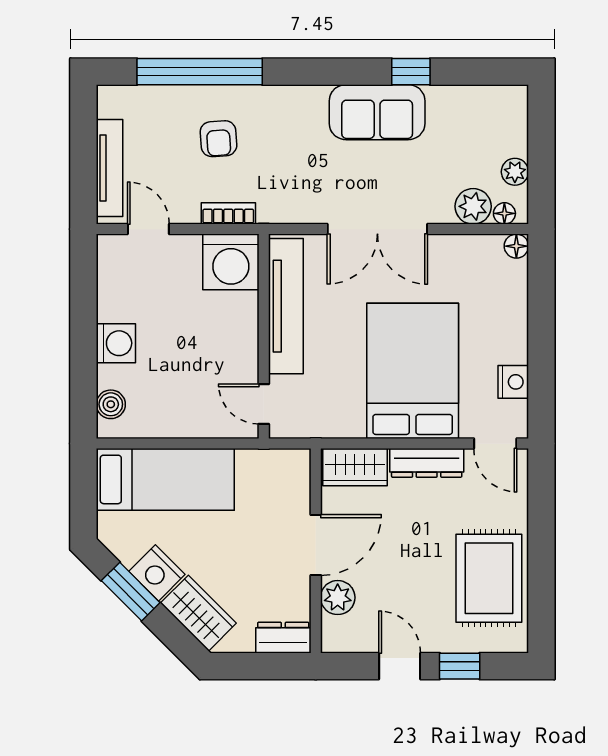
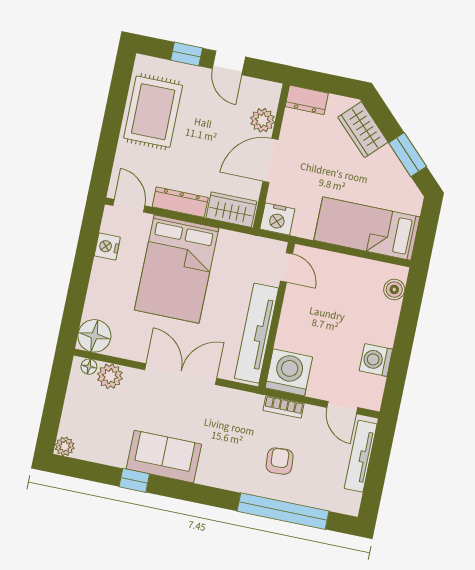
plant: (515, 172) -> (65, 446), moved
floor lamp: (516, 246) -> (94, 336), width x1.89, depth x1.89
washing machine: (116, 343) -> (376, 360), moved
nightstand: (157, 573) -> (277, 219), moved, turned 135

